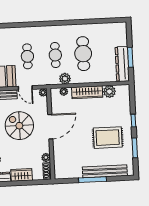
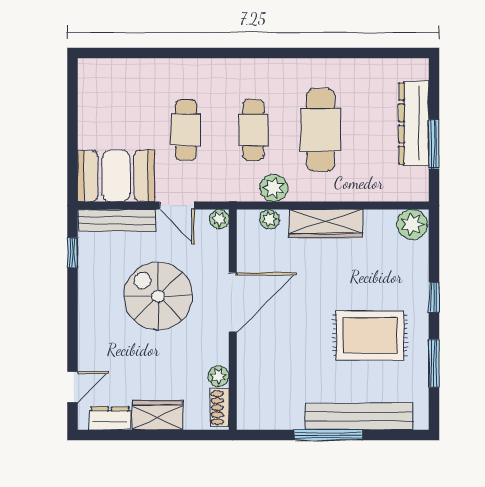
dresser: (122, 64) -> (414, 123), moved
plant: (109, 92) -> (412, 224), moved

